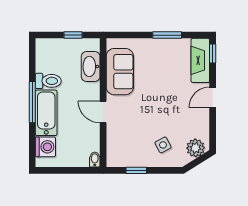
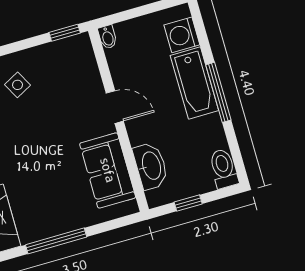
window: (167, 35) -> (56, 241), width x1.44
toilet: (48, 81) -> (223, 169), moved, turned 90
window: (136, 170) -> (65, 33), moved

